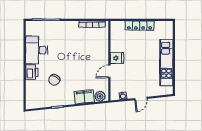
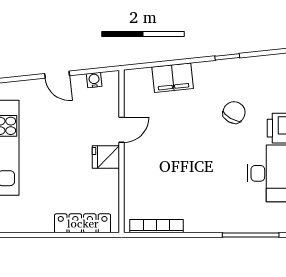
locker: (139, 26) -> (83, 223), moved
plant: (100, 96) -> (141, 79), removed
door: (141, 98) -> (57, 75), swing flipped

